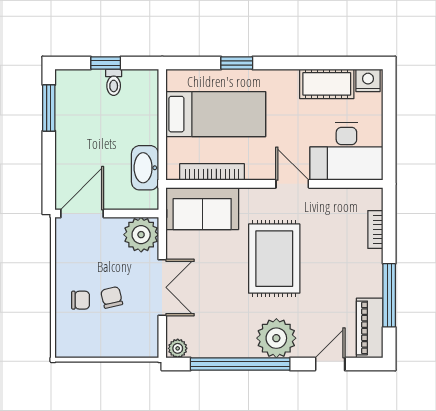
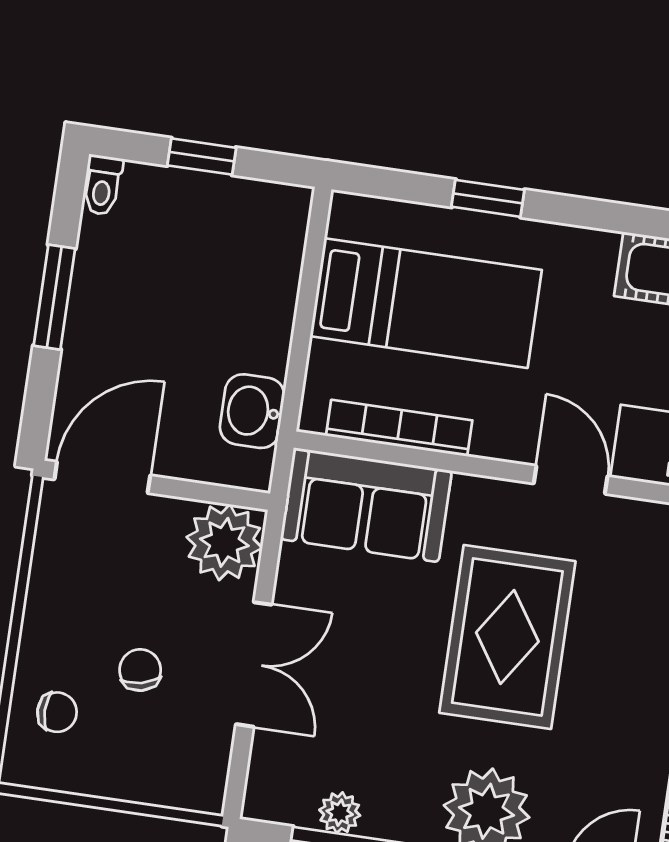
toilet: (114, 82) -> (102, 185), moved
window: (49, 108) -> (54, 297), moved
washbasin: (145, 168) -> (252, 411), width x0.72
chair: (81, 300) -> (57, 712), moved
plant: (178, 348) -> (340, 813), moved

